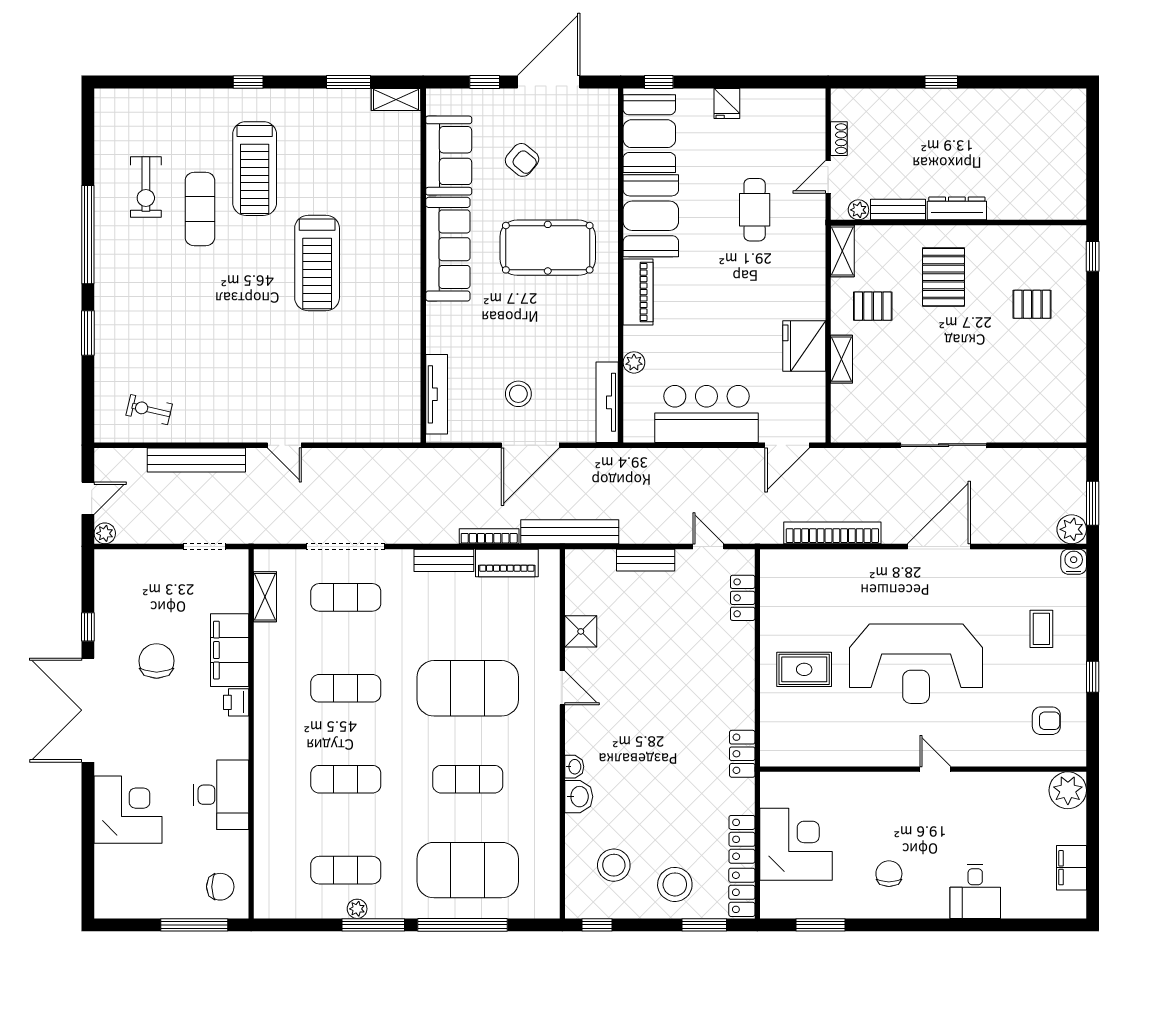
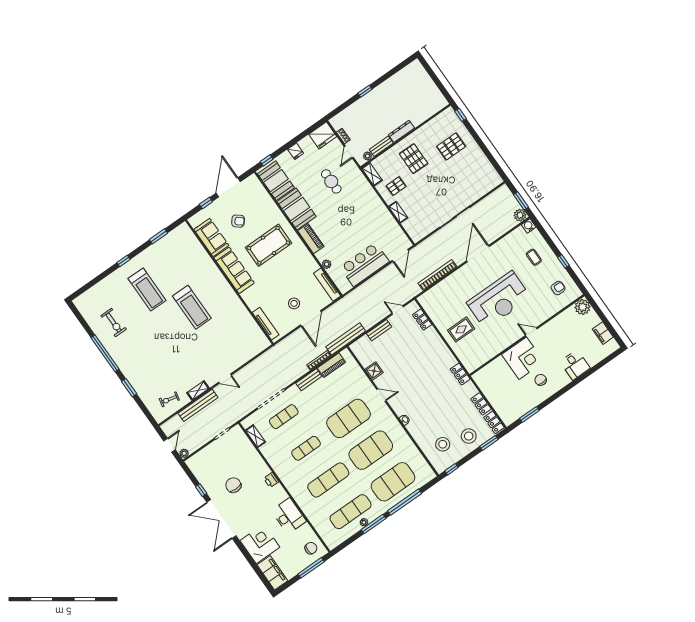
shelving: (396, 99) -> (198, 391), moved
exercise mat: (200, 209) -> (138, 317), removed
pallet: (1032, 304) -> (451, 146), width x1.50, depth x1.42
fridge: (804, 346) -> (323, 135), moved, turned -90
filing cabinet: (230, 650) -> (272, 573), moved, turned 180
exercise mat: (346, 779) -> (328, 480), width x1.36, depth x1.45
exercise mat: (468, 779) -> (371, 450), width x2.00, depth x1.45
washbasin: (579, 797) -> (414, 429), removed
corner desk: (796, 844) -> (523, 358), moved, turned 90
exercise mat: (346, 870) -> (351, 512), width x1.36, depth x1.45

